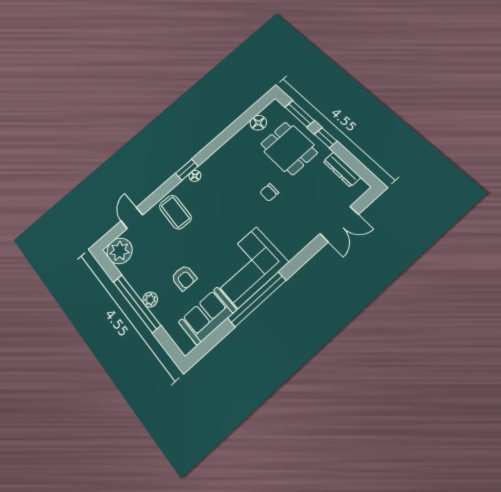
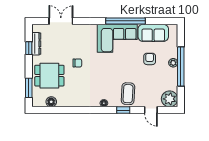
window: (326, 138) -> (29, 48), moved
dining table: (289, 148) -> (49, 76), turned 90
window: (187, 170) -> (123, 110), moved
door: (132, 218) -> (151, 110), hinge flipped

